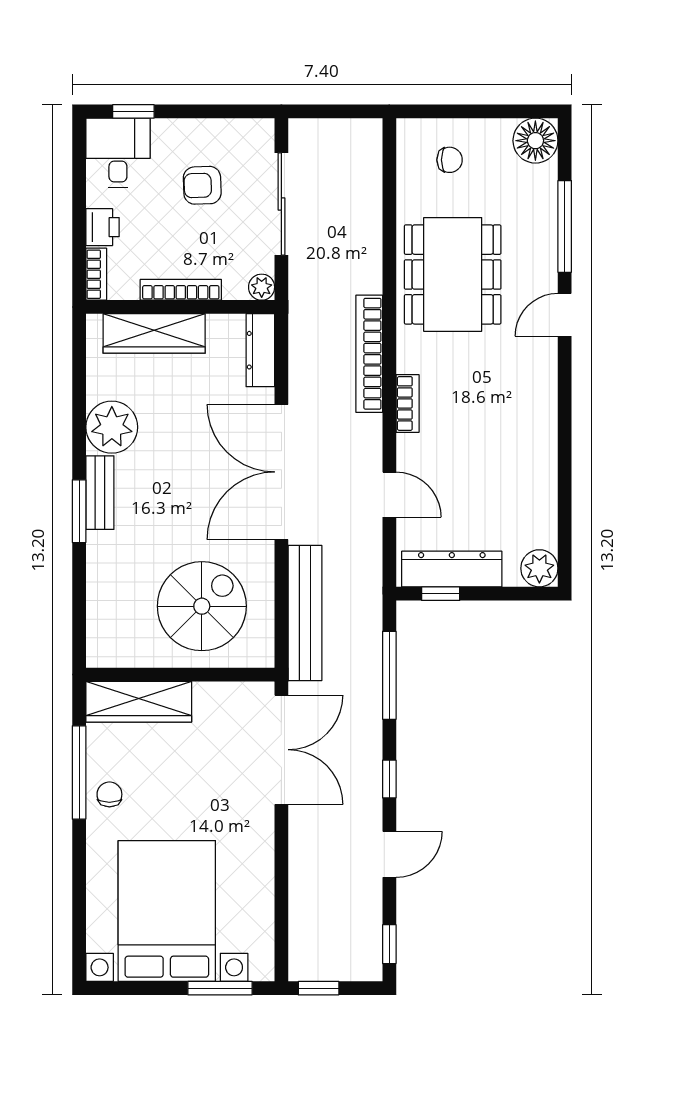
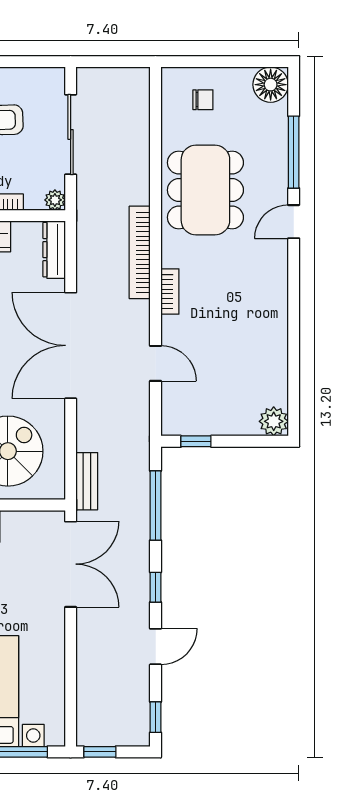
dresser: (452, 569) -> (205, 422), removed
bench: (305, 613) -> (87, 481), width x0.54, depth x0.82

